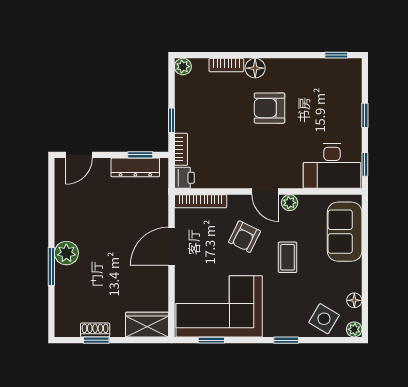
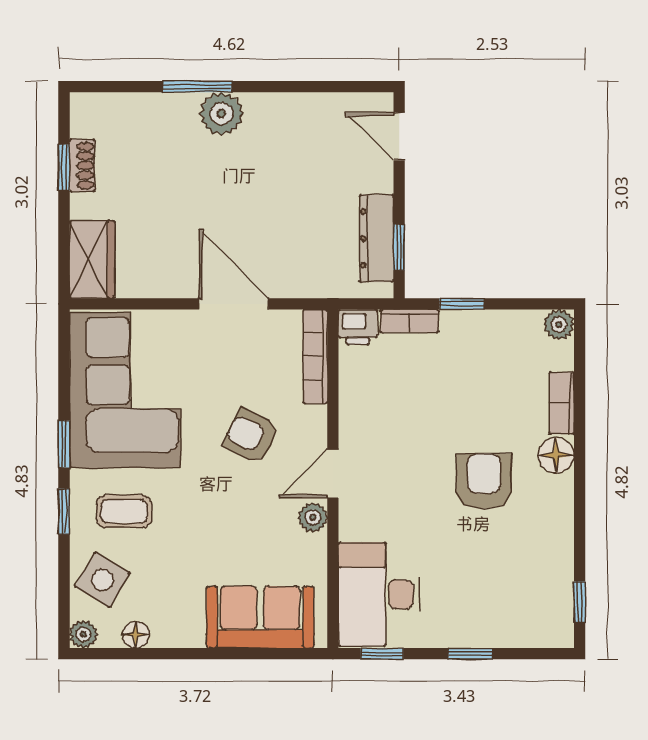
coffee table: (288, 257) -> (124, 511), moved
window: (211, 340) -> (64, 444), moved

